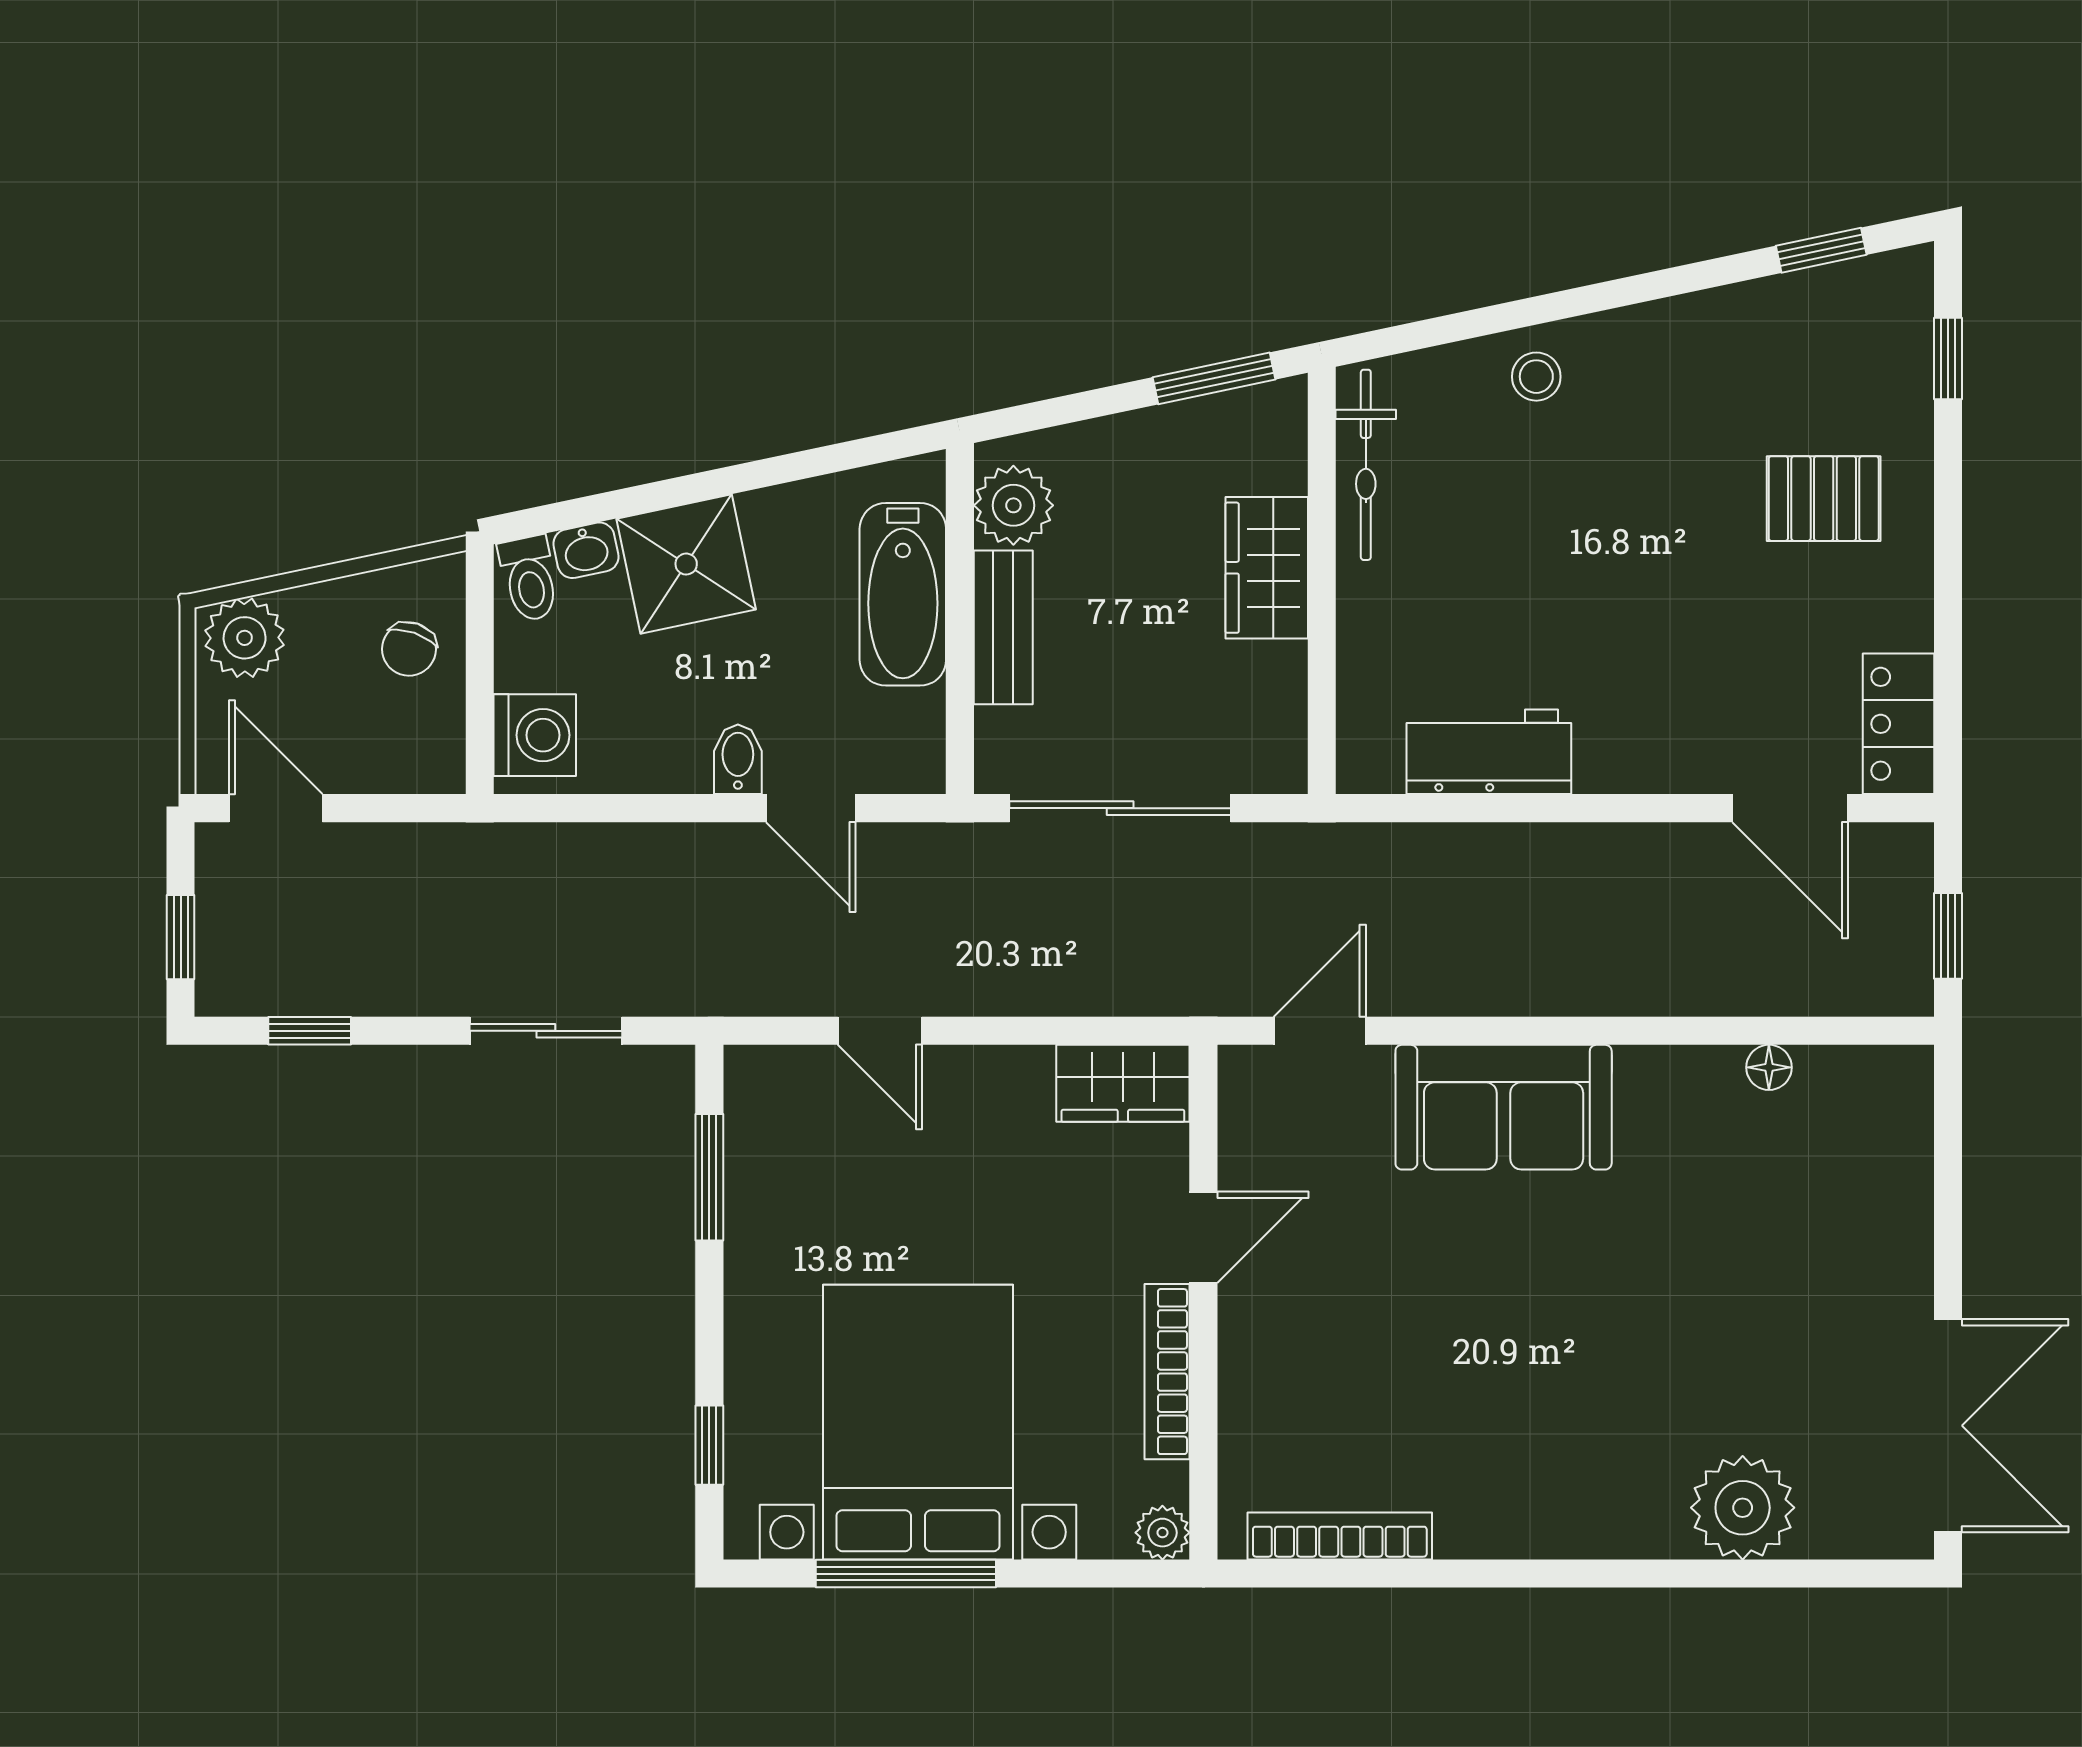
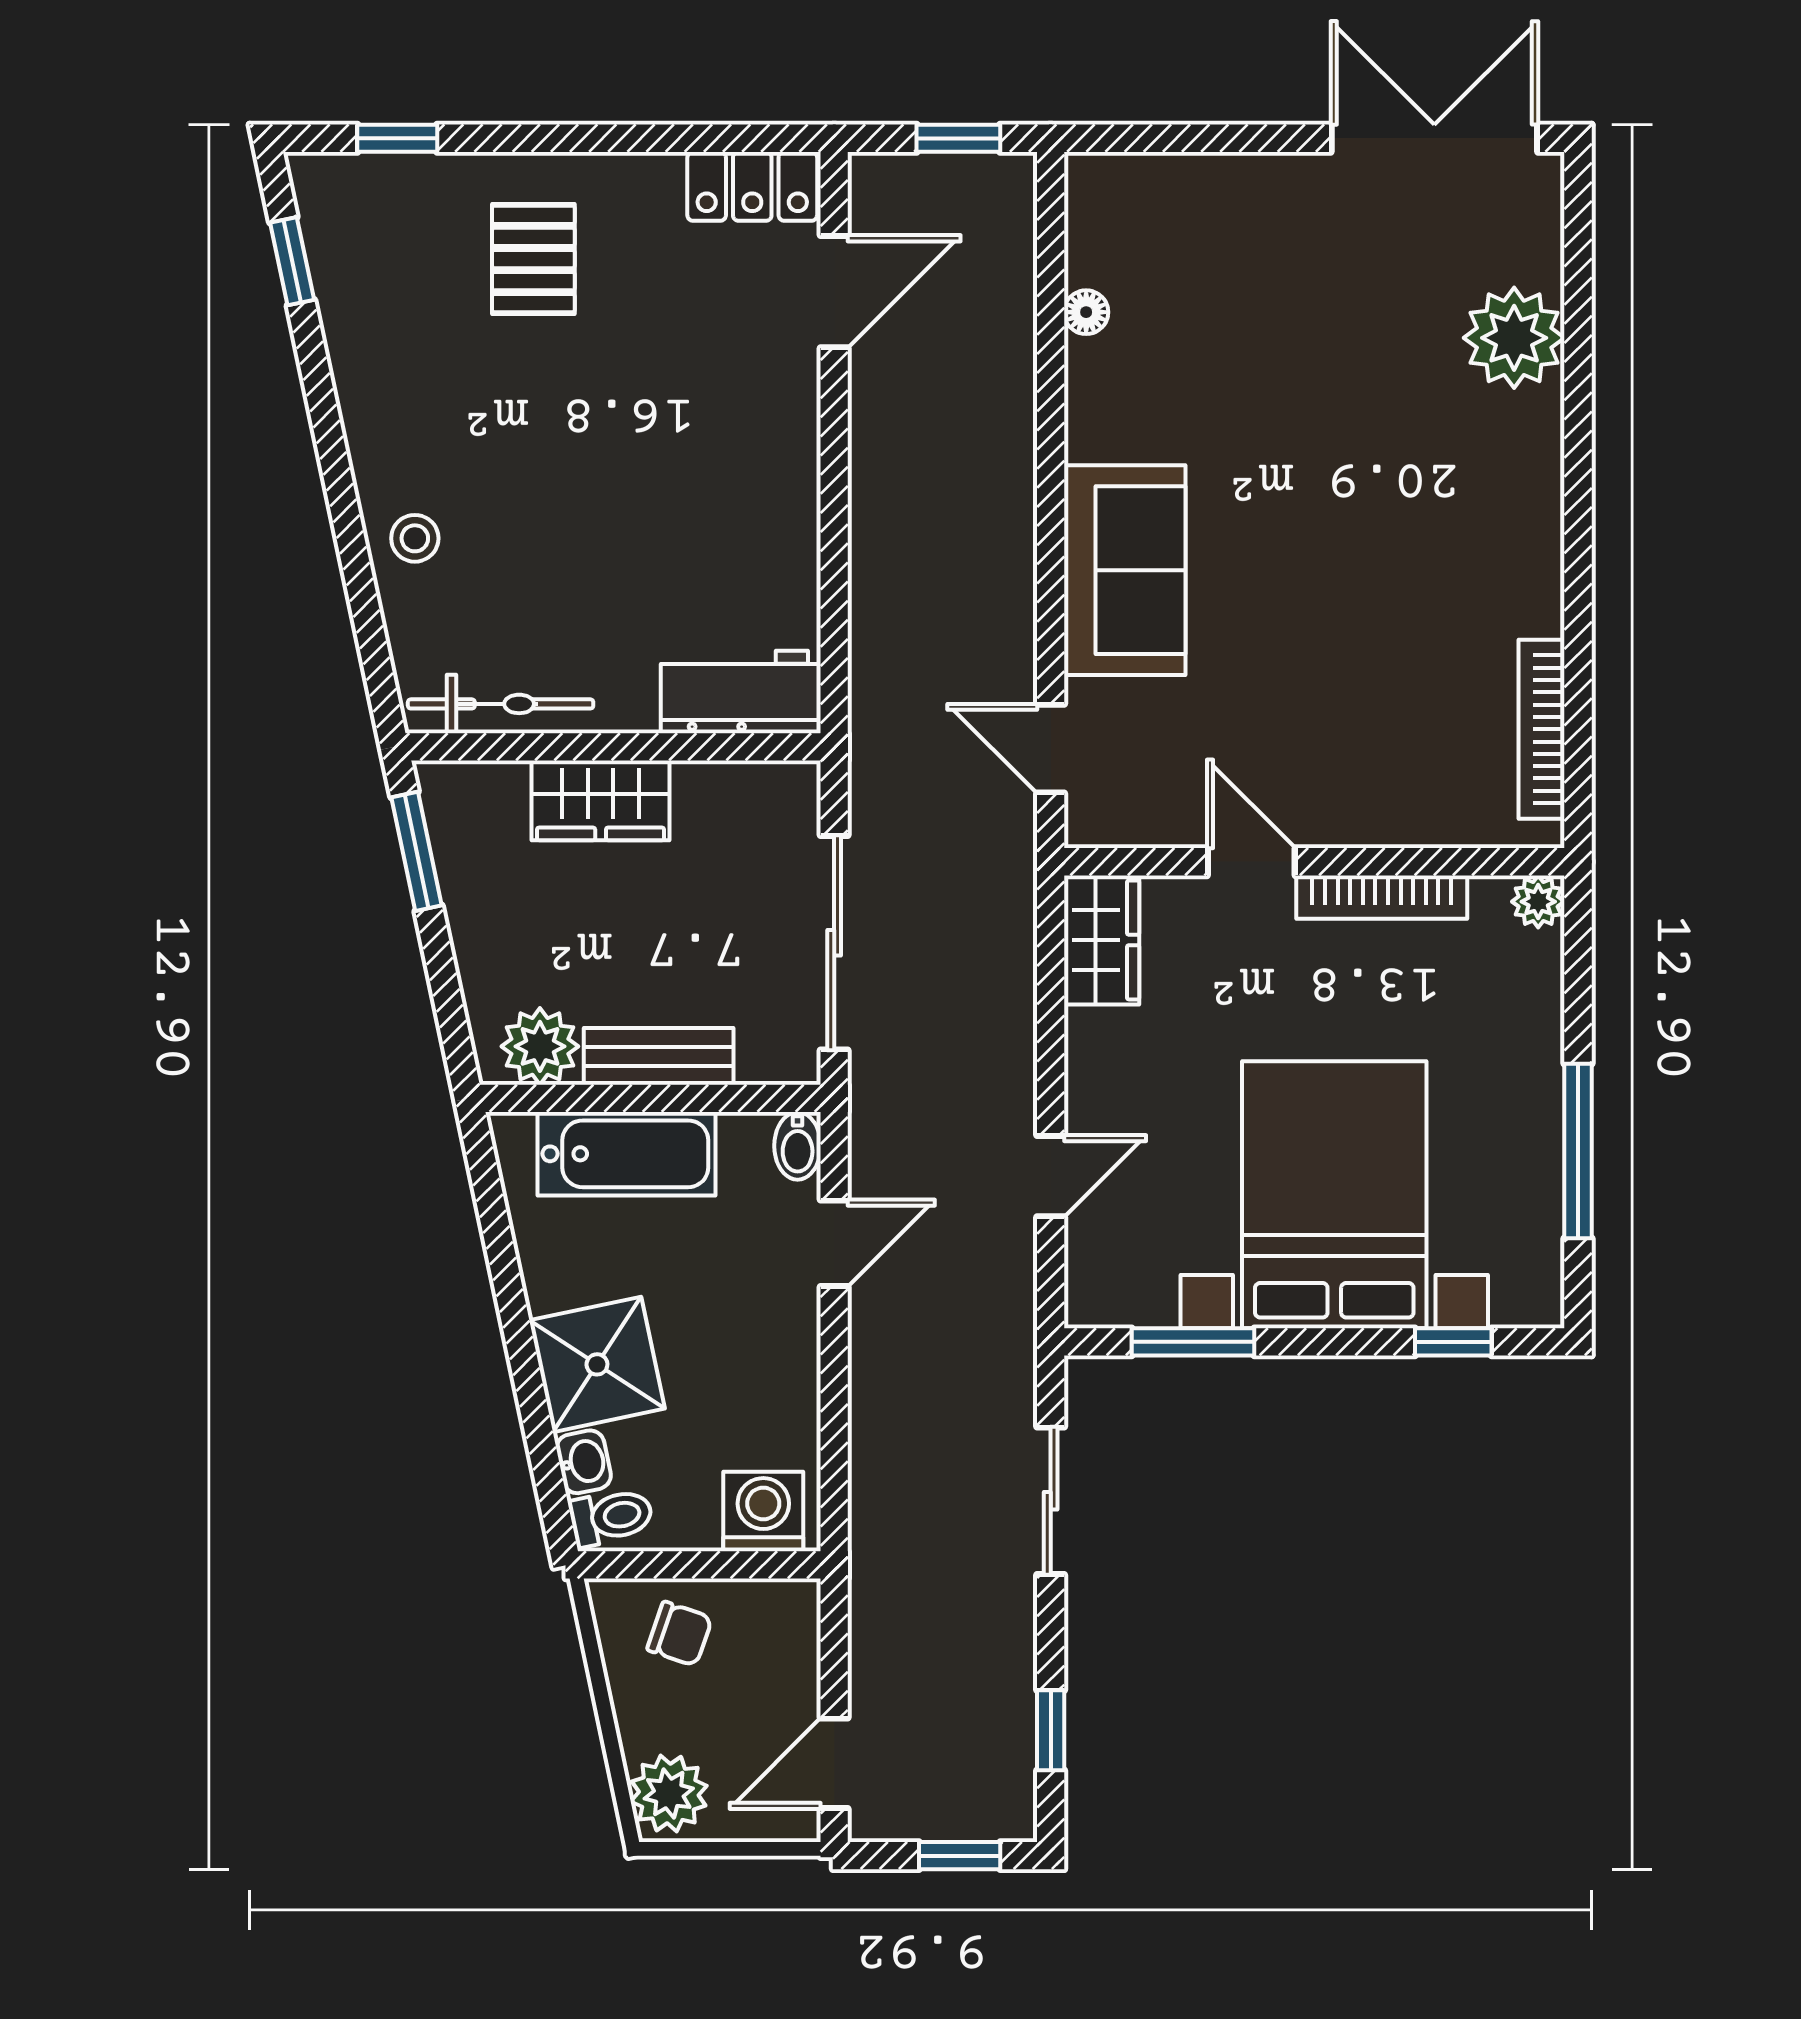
workbench: (1489, 752) -> (741, 692), moved, turned 90
bidet: (738, 759) -> (798, 1146), moved, turned -90
bed with nightstands: (918, 1422) -> (1334, 1195), moved, turned 90

